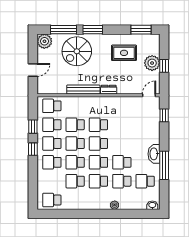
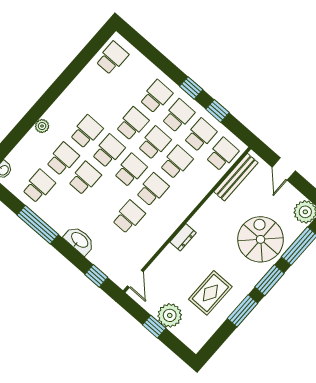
window: (141, 30) -> (243, 311), moved
bench: (83, 90) -> (236, 177), moved
washbasin: (154, 154) -> (79, 240), moved
school desk: (75, 181) -> (129, 217), moved

